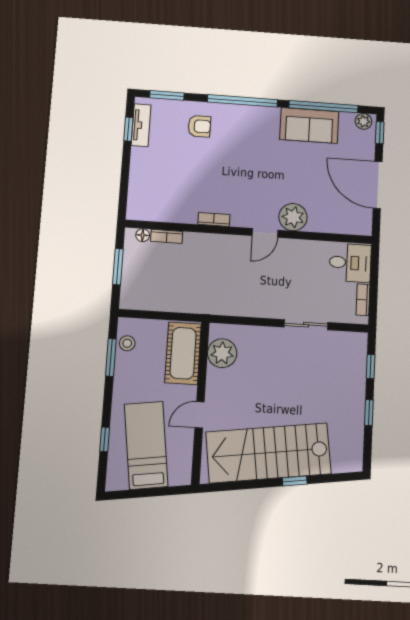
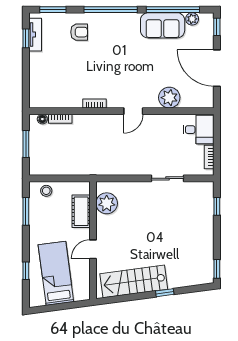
plant: (364, 121) -> (192, 19), moved
plant: (293, 217) -> (169, 98), moved
stool: (127, 343) -> (46, 191), moved
cot: (183, 353) -> (81, 211), width x0.73, depth x0.75
window: (369, 413) -> (217, 269), moved
stairs: (268, 453) -> (134, 281), width x0.73, depth x0.66

